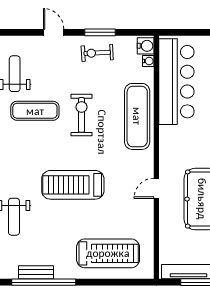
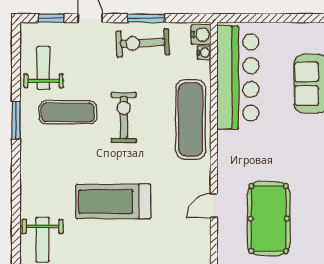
window: (21, 32) -> (51, 18), added
exercise bike: (97, 53) -> (143, 43), width x1.38, depth x1.39

